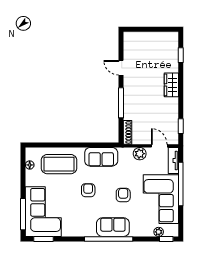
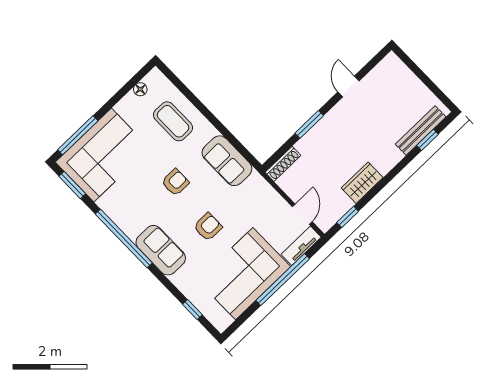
bench: (173, 54) -> (421, 130), added
wardrobe: (171, 85) -> (362, 183), moved
window: (121, 103) -> (309, 124), width x0.69
plant: (140, 154) -> (272, 201), removed
coffee table: (59, 164) -> (173, 121), width x0.73, depth x0.76
plant: (159, 232) -> (205, 307), removed
window: (109, 239) -> (124, 238), moved
window: (166, 239) -> (192, 310), moved

